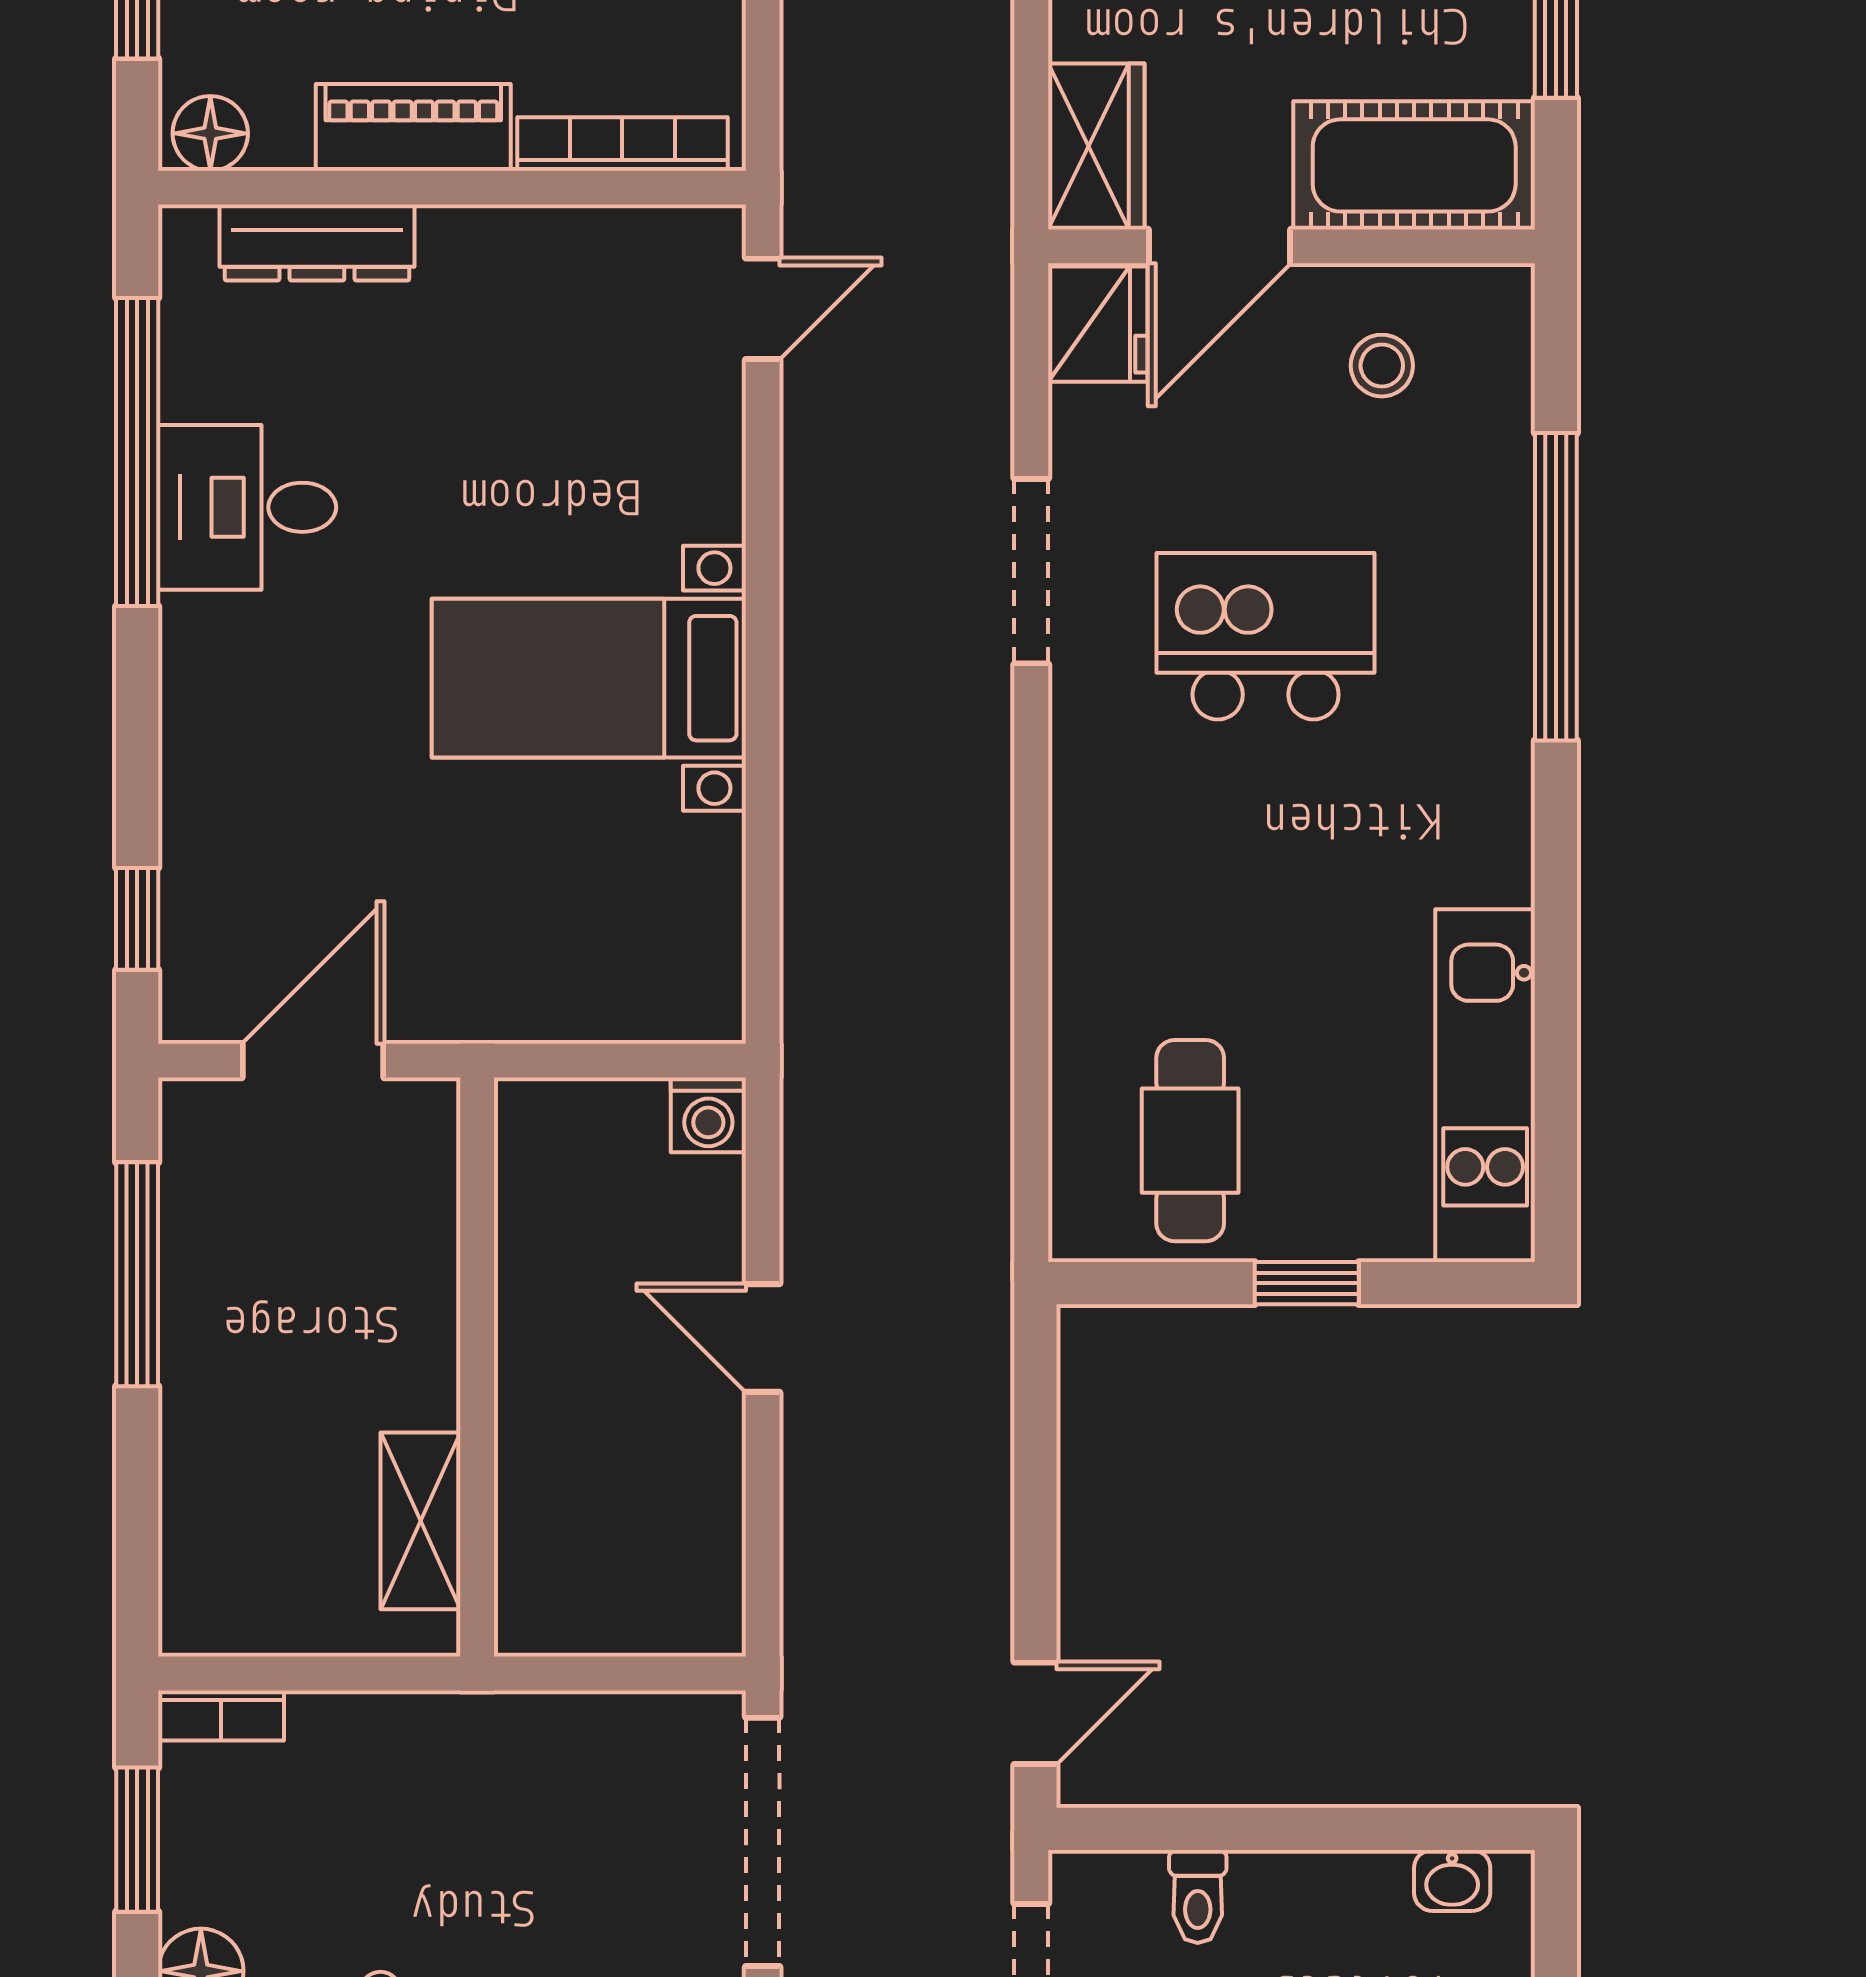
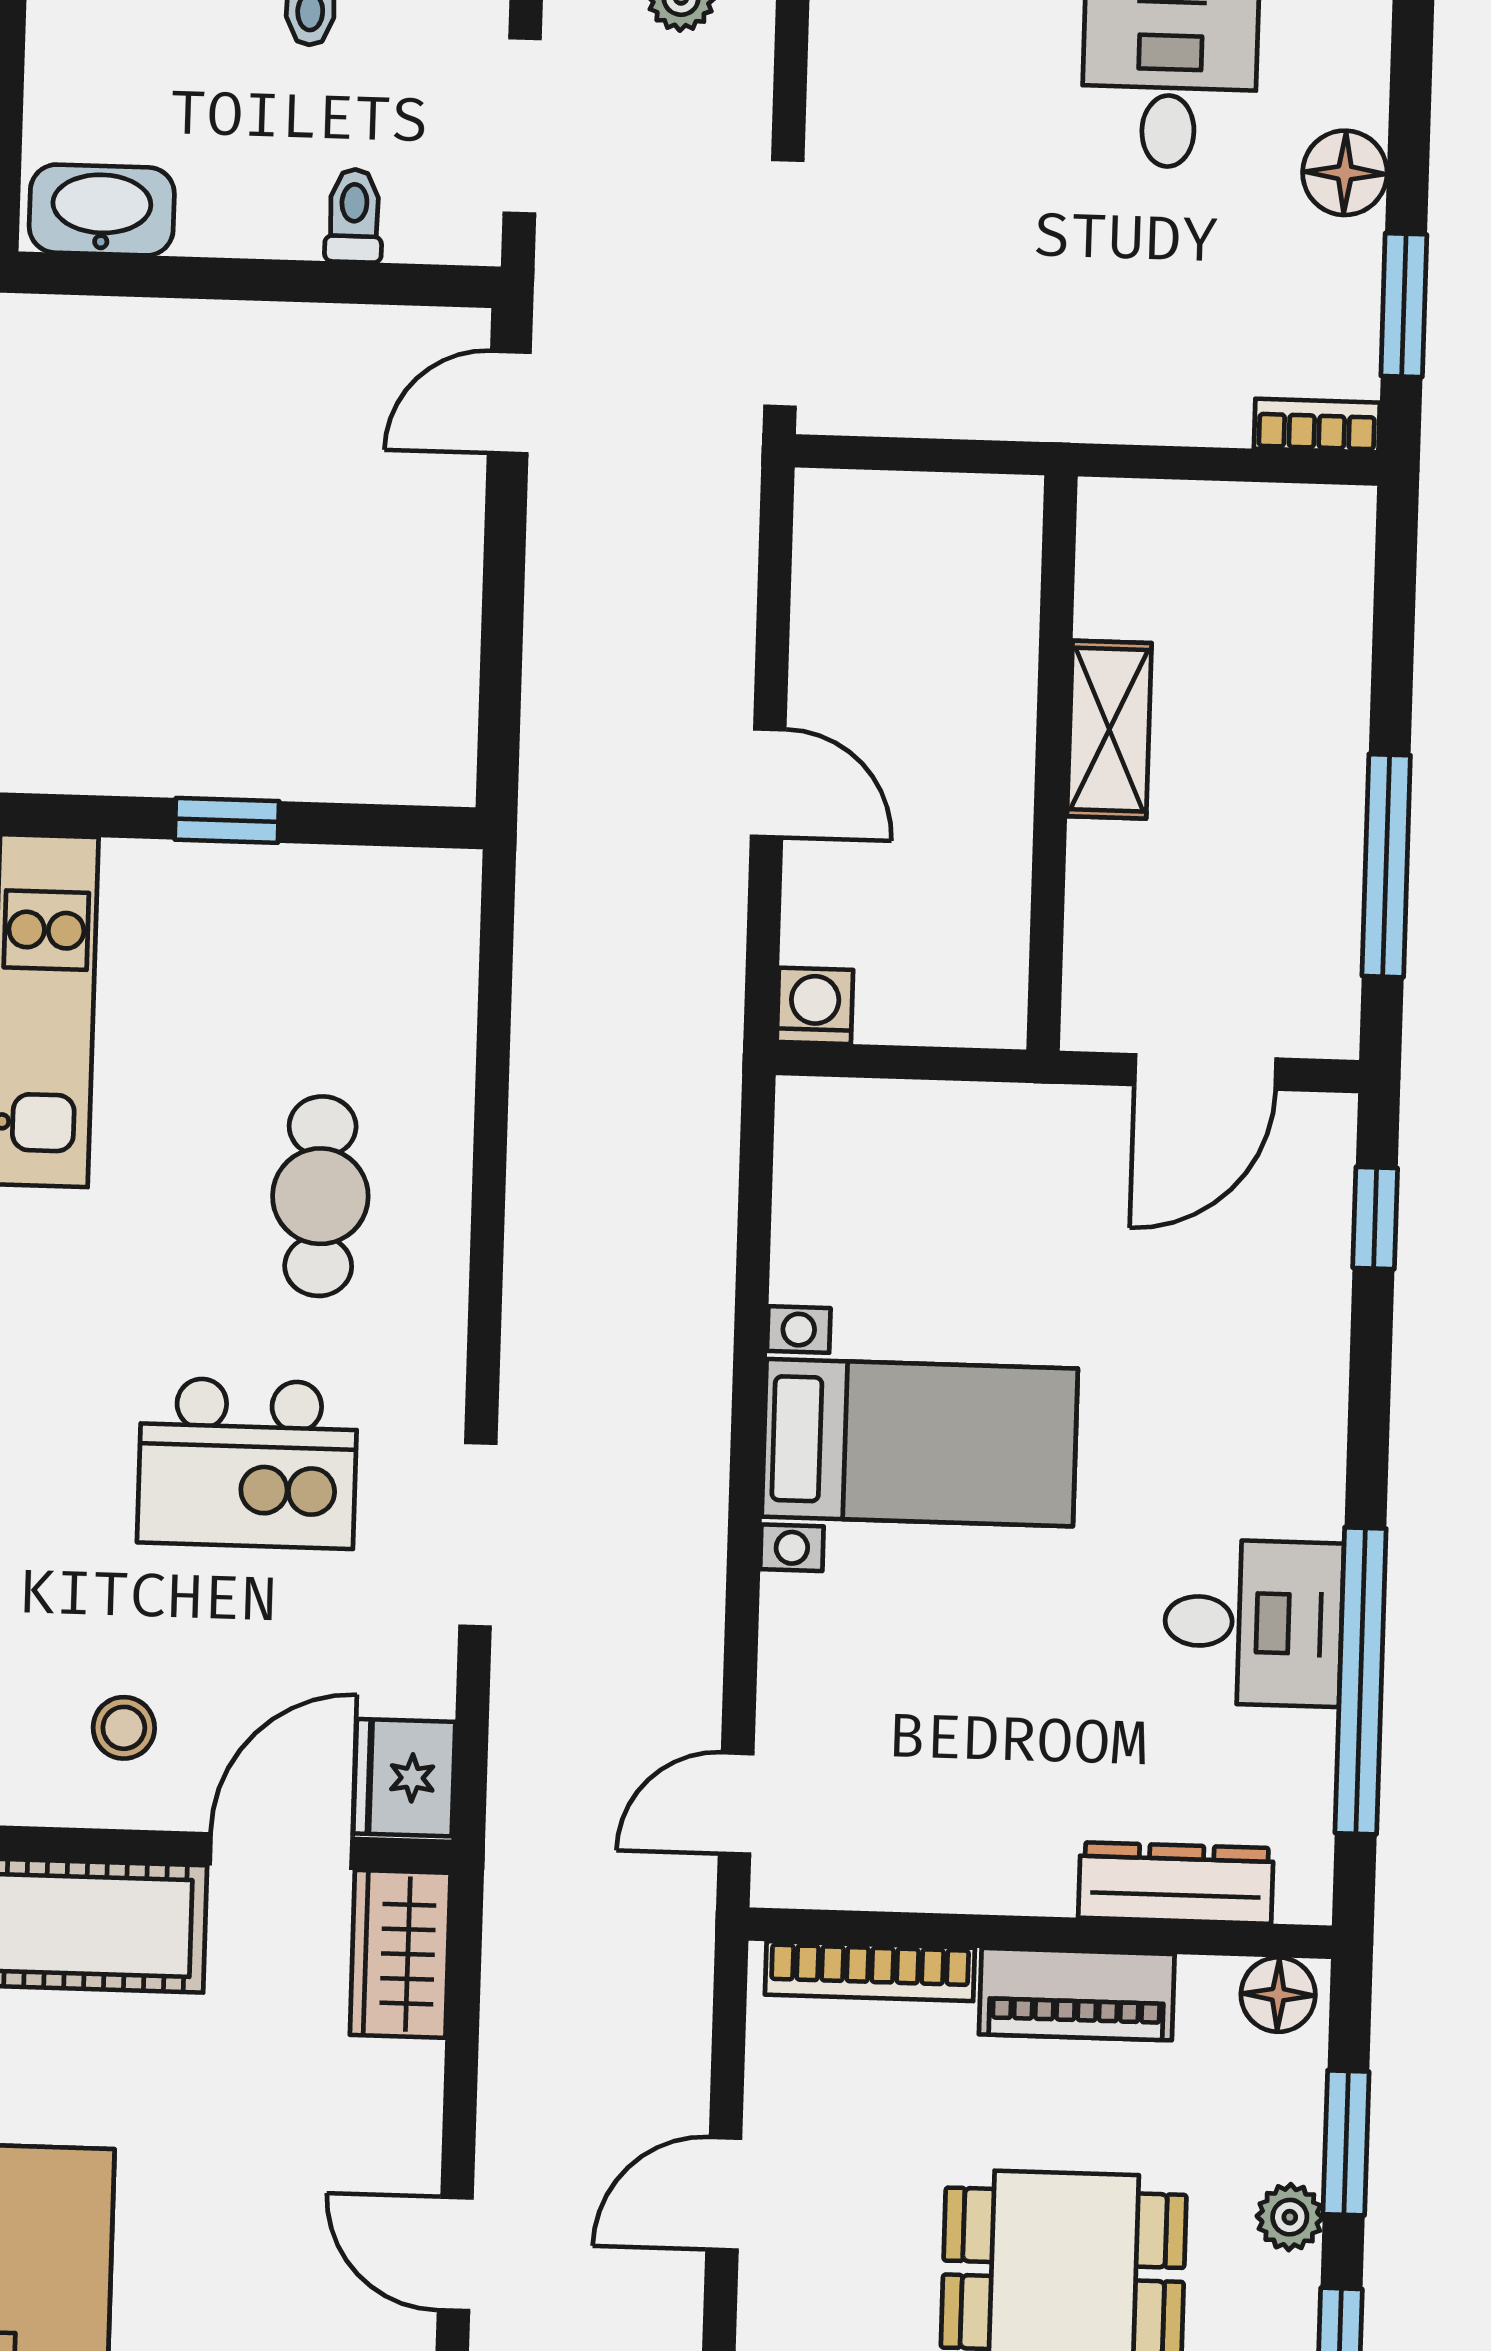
cafe table: (1190, 1141) -> (320, 1196), moved
shelving: (421, 1521) -> (1109, 730), moved
washbasin: (1452, 1880) -> (102, 210), width x1.91, depth x1.45

